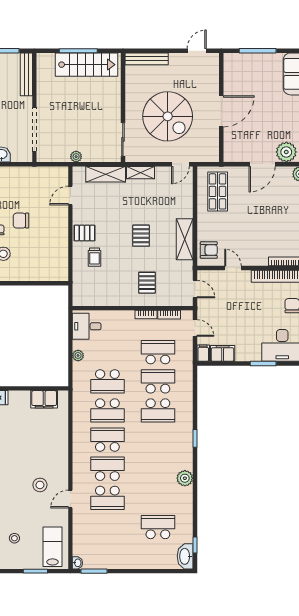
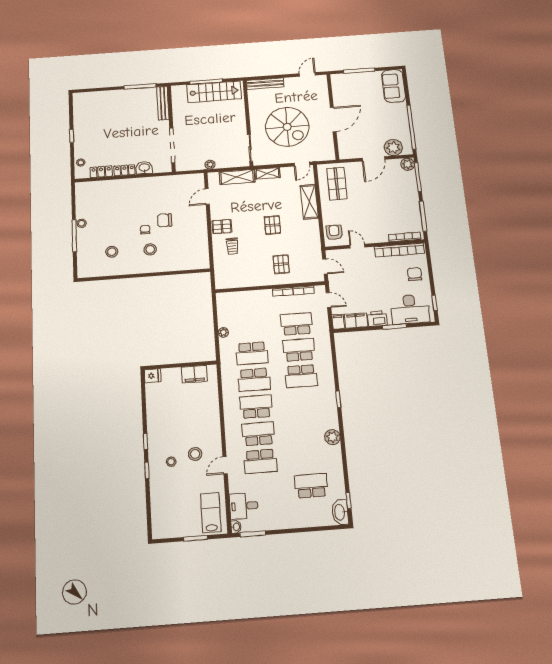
shelving: (185, 239) -> (309, 202), moved
armchair: (209, 250) -> (334, 233), turned -90
desk: (87, 326) -> (244, 506), moved
printer: (246, 353) -> (377, 319), added
stool: (14, 538) -> (171, 462), moved

